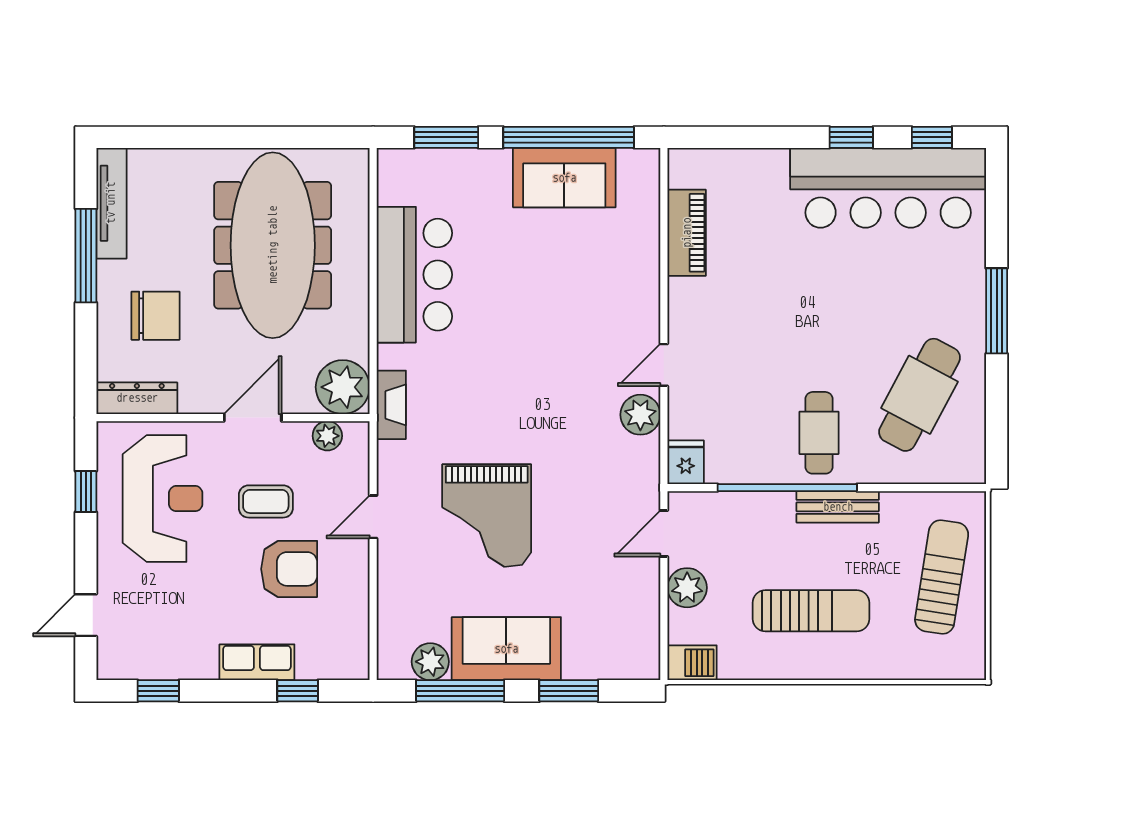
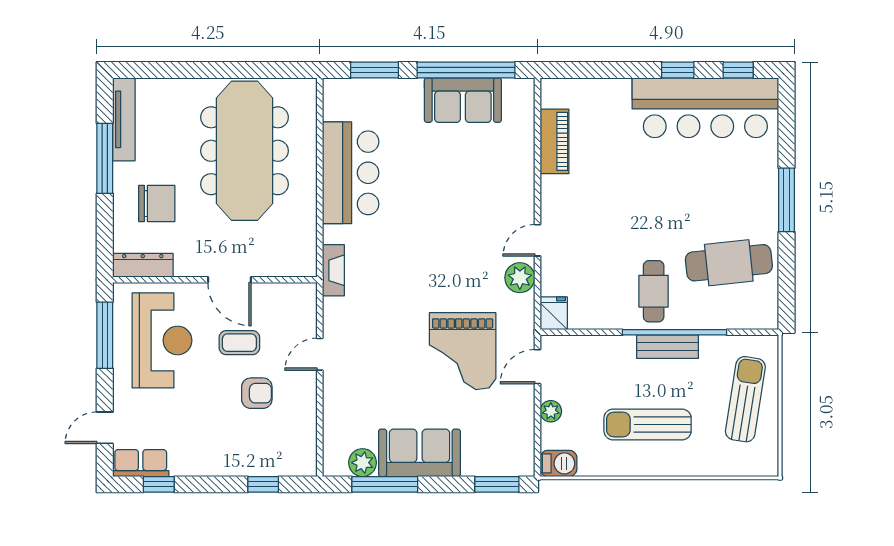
plant: (343, 387) -> (297, 257), removed
cafe table: (920, 395) -> (729, 263), turned 56
door: (253, 418) -> (230, 280), swing flipped
plant: (327, 436) -> (285, 293), removed
window: (787, 488) -> (675, 332), moved
window: (86, 492) -> (105, 335), width x2.17
grand piano: (487, 515) -> (463, 351), moved
armchair: (289, 569) -> (257, 393), width x0.72, depth x0.72
plant: (687, 588) -> (551, 411), width x0.73, depth x0.73
sun lounger: (811, 611) -> (648, 424), turned 180
row of seats: (257, 662) -> (141, 463), moved
window: (569, 691) -> (497, 484), moved

